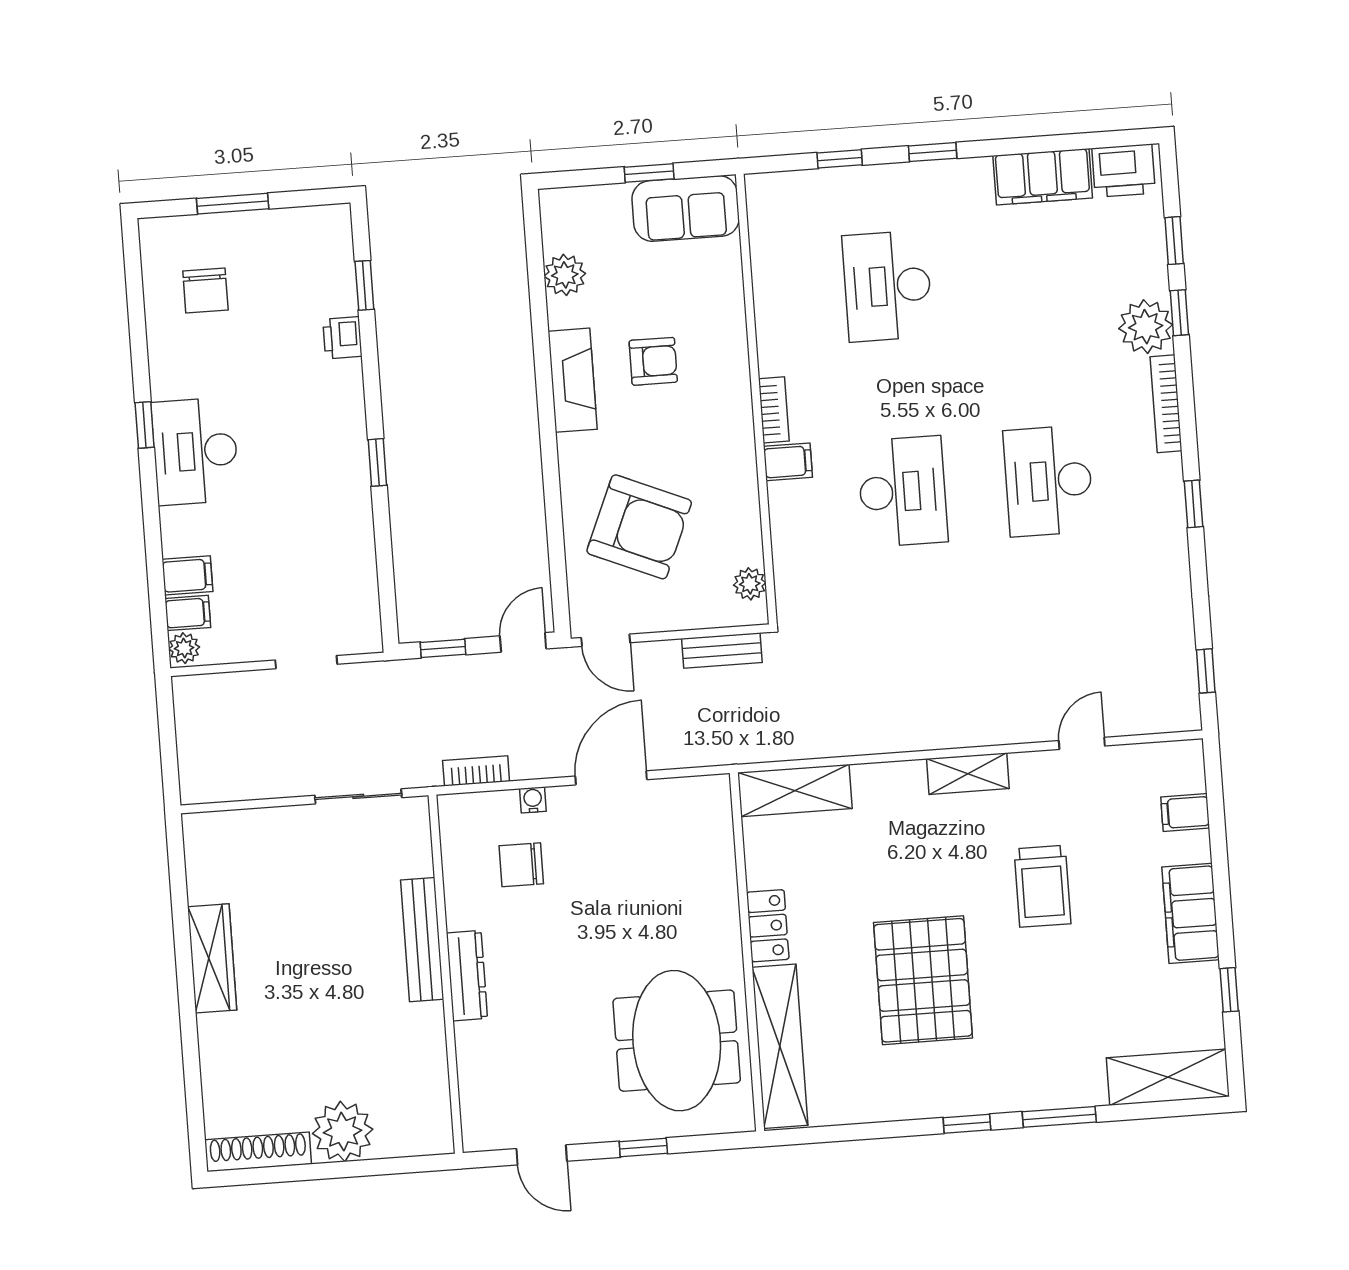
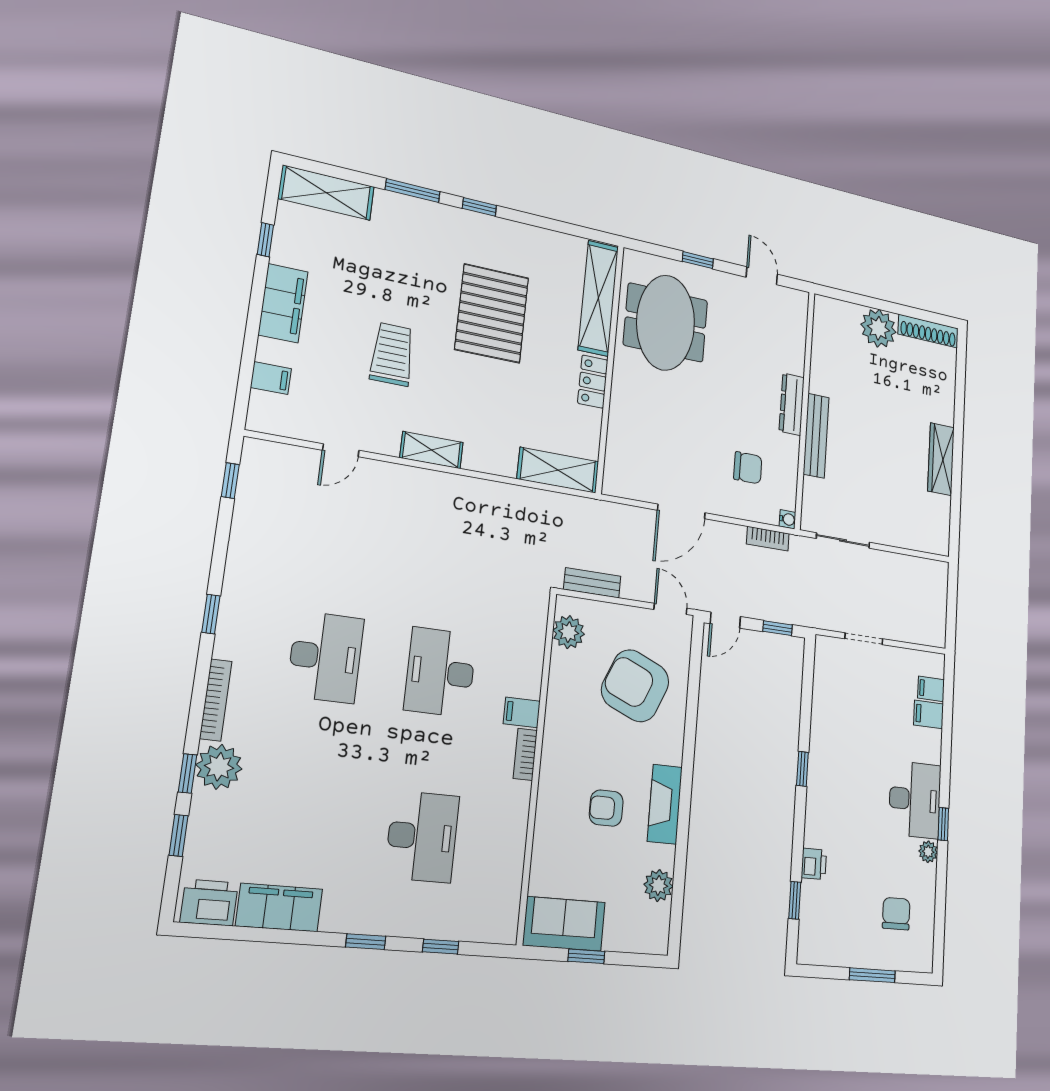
plant: (750, 584) -> (569, 632), width x1.38, depth x1.38
plant: (184, 648) -> (928, 852), moved
water cooler: (533, 800) -> (788, 519), moved, turned -90

